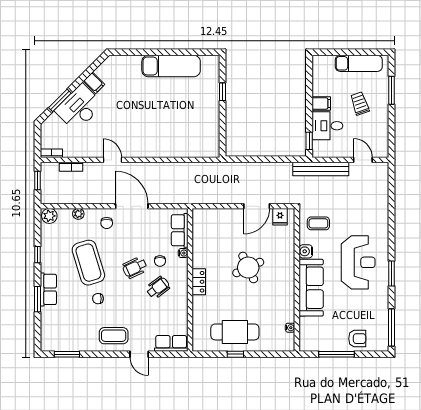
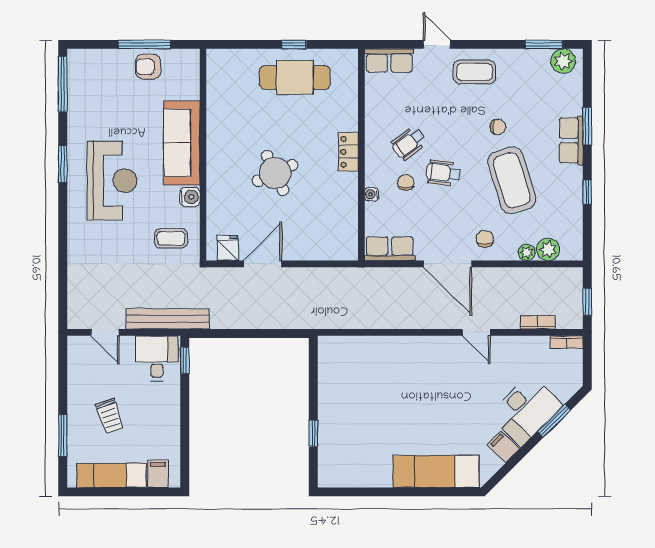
exam couch: (171, 66) -> (436, 472), moved
filing cabinet: (321, 103) -> (158, 474), moved, turned 90
desk: (327, 126) -> (157, 358), moved, turned -90
plant: (49, 216) -> (548, 249), moved
row of seats: (180, 230) -> (390, 249), moved, turned -90
reception desk: (358, 262) -> (112, 181), turned 180
wheelchair: (135, 268) -> (443, 173), turned -148
water cooler: (290, 328) -> (213, 84), removed
armchair: (357, 339) -> (148, 67), moved
plant: (54, 343) -> (563, 61), added

